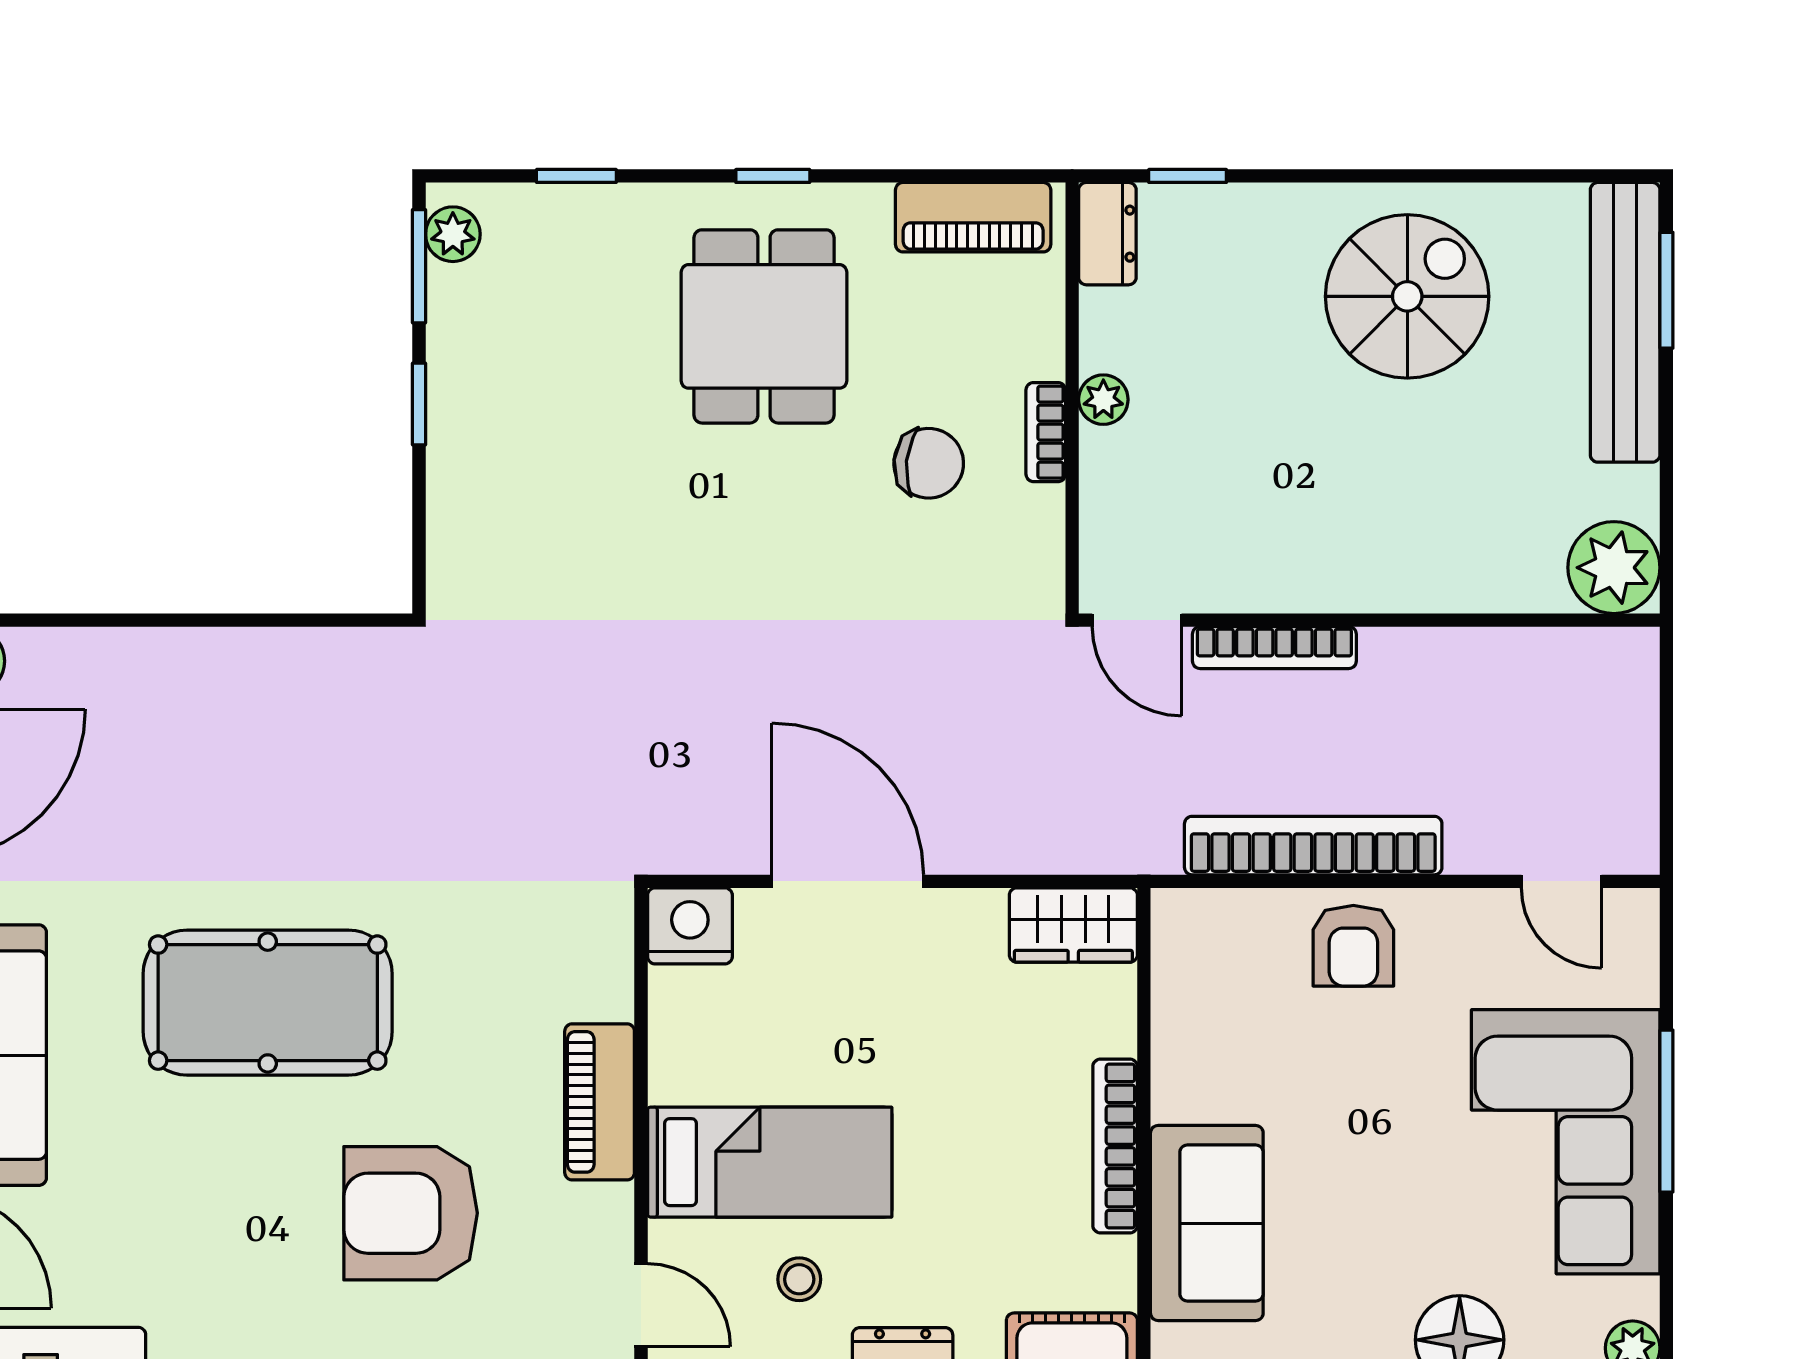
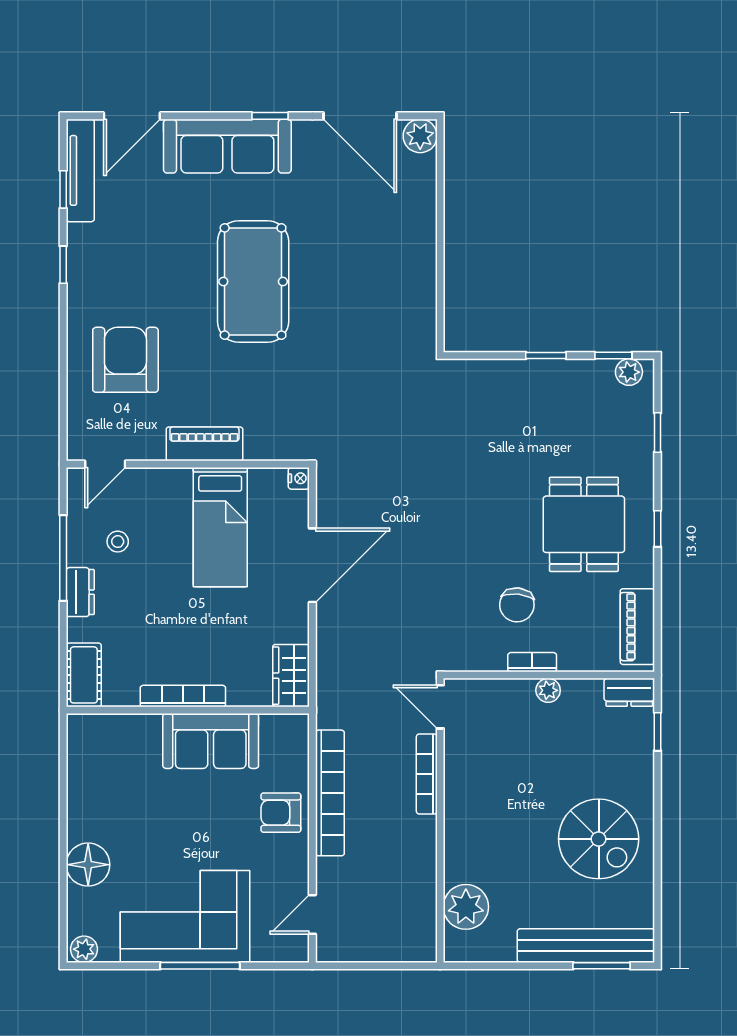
window: (419, 266) -> (613, 356), width x0.67
dining table: (764, 326) -> (584, 524), turned 90
plant: (1614, 568) -> (466, 907), moved
door: (1137, 620) -> (440, 707), hinge flipped
nightstand: (690, 926) -> (299, 478), width x0.53, depth x0.56
bed: (770, 1162) -> (220, 527), moved
armchair: (411, 1213) -> (125, 360), moved
sofa: (1207, 1223) -> (211, 741), moved

